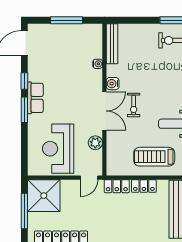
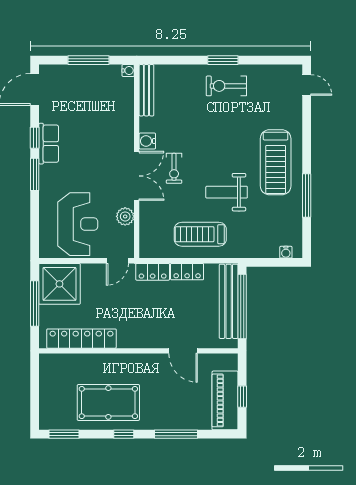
water cooler: (98, 64) -> (128, 70), moved
row of seats: (35, 98) -> (49, 144), moved
reception desk: (58, 149) -> (78, 224), turned 180

